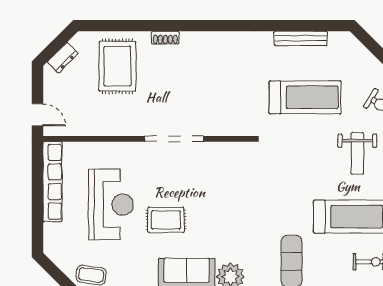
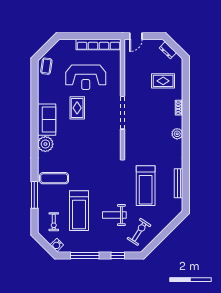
plant: (212, 41) -> (177, 134), added
rug: (117, 66) -> (163, 81), width x0.73, depth x0.70

